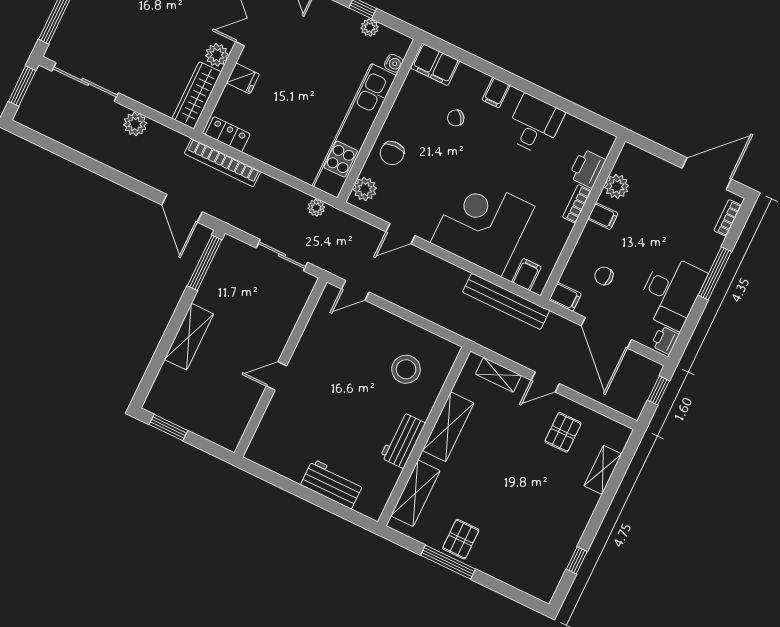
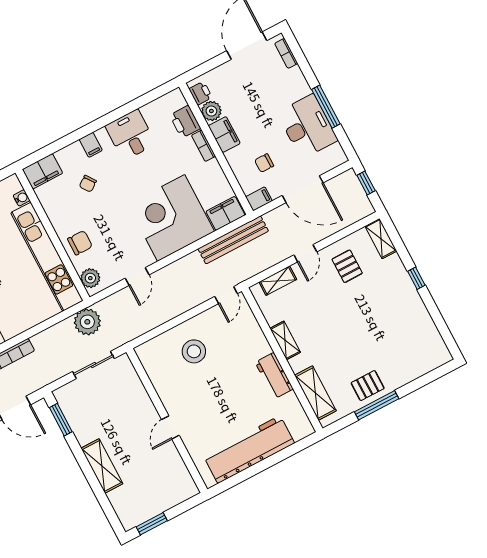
chair: (392, 153) -> (80, 243), turned -90
plant: (316, 208) -> (87, 322), width x1.87, depth x1.87
filing cabinet: (603, 216) -> (224, 135), width x2.00
window: (205, 263) -> (61, 420), width x0.69
window: (715, 273) -> (326, 107), moved
filing cabinet: (526, 274) -> (225, 213), width x2.00
door: (355, 290) -> (226, 295), moved
printer: (665, 340) -> (200, 93), moved, turned 180
stool: (406, 369) -> (194, 351), moved
shelving: (448, 427) -> (285, 340), width x0.67, depth x0.75
shelving: (603, 470) -> (381, 239), moved
workbench: (332, 484) -> (249, 449), width x1.88, depth x1.32
pallet: (461, 539) -> (368, 386), turned 90
window: (577, 560) -> (416, 278), moved

